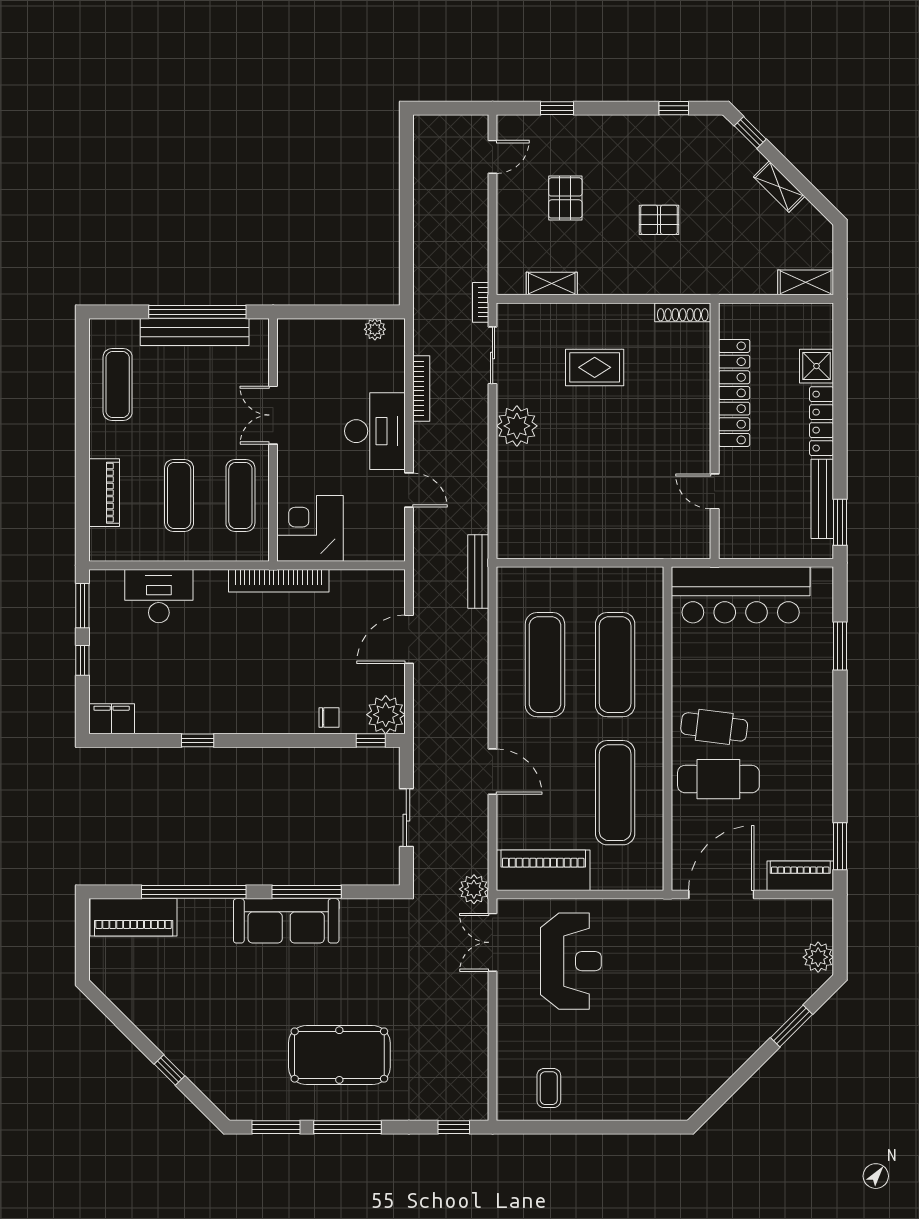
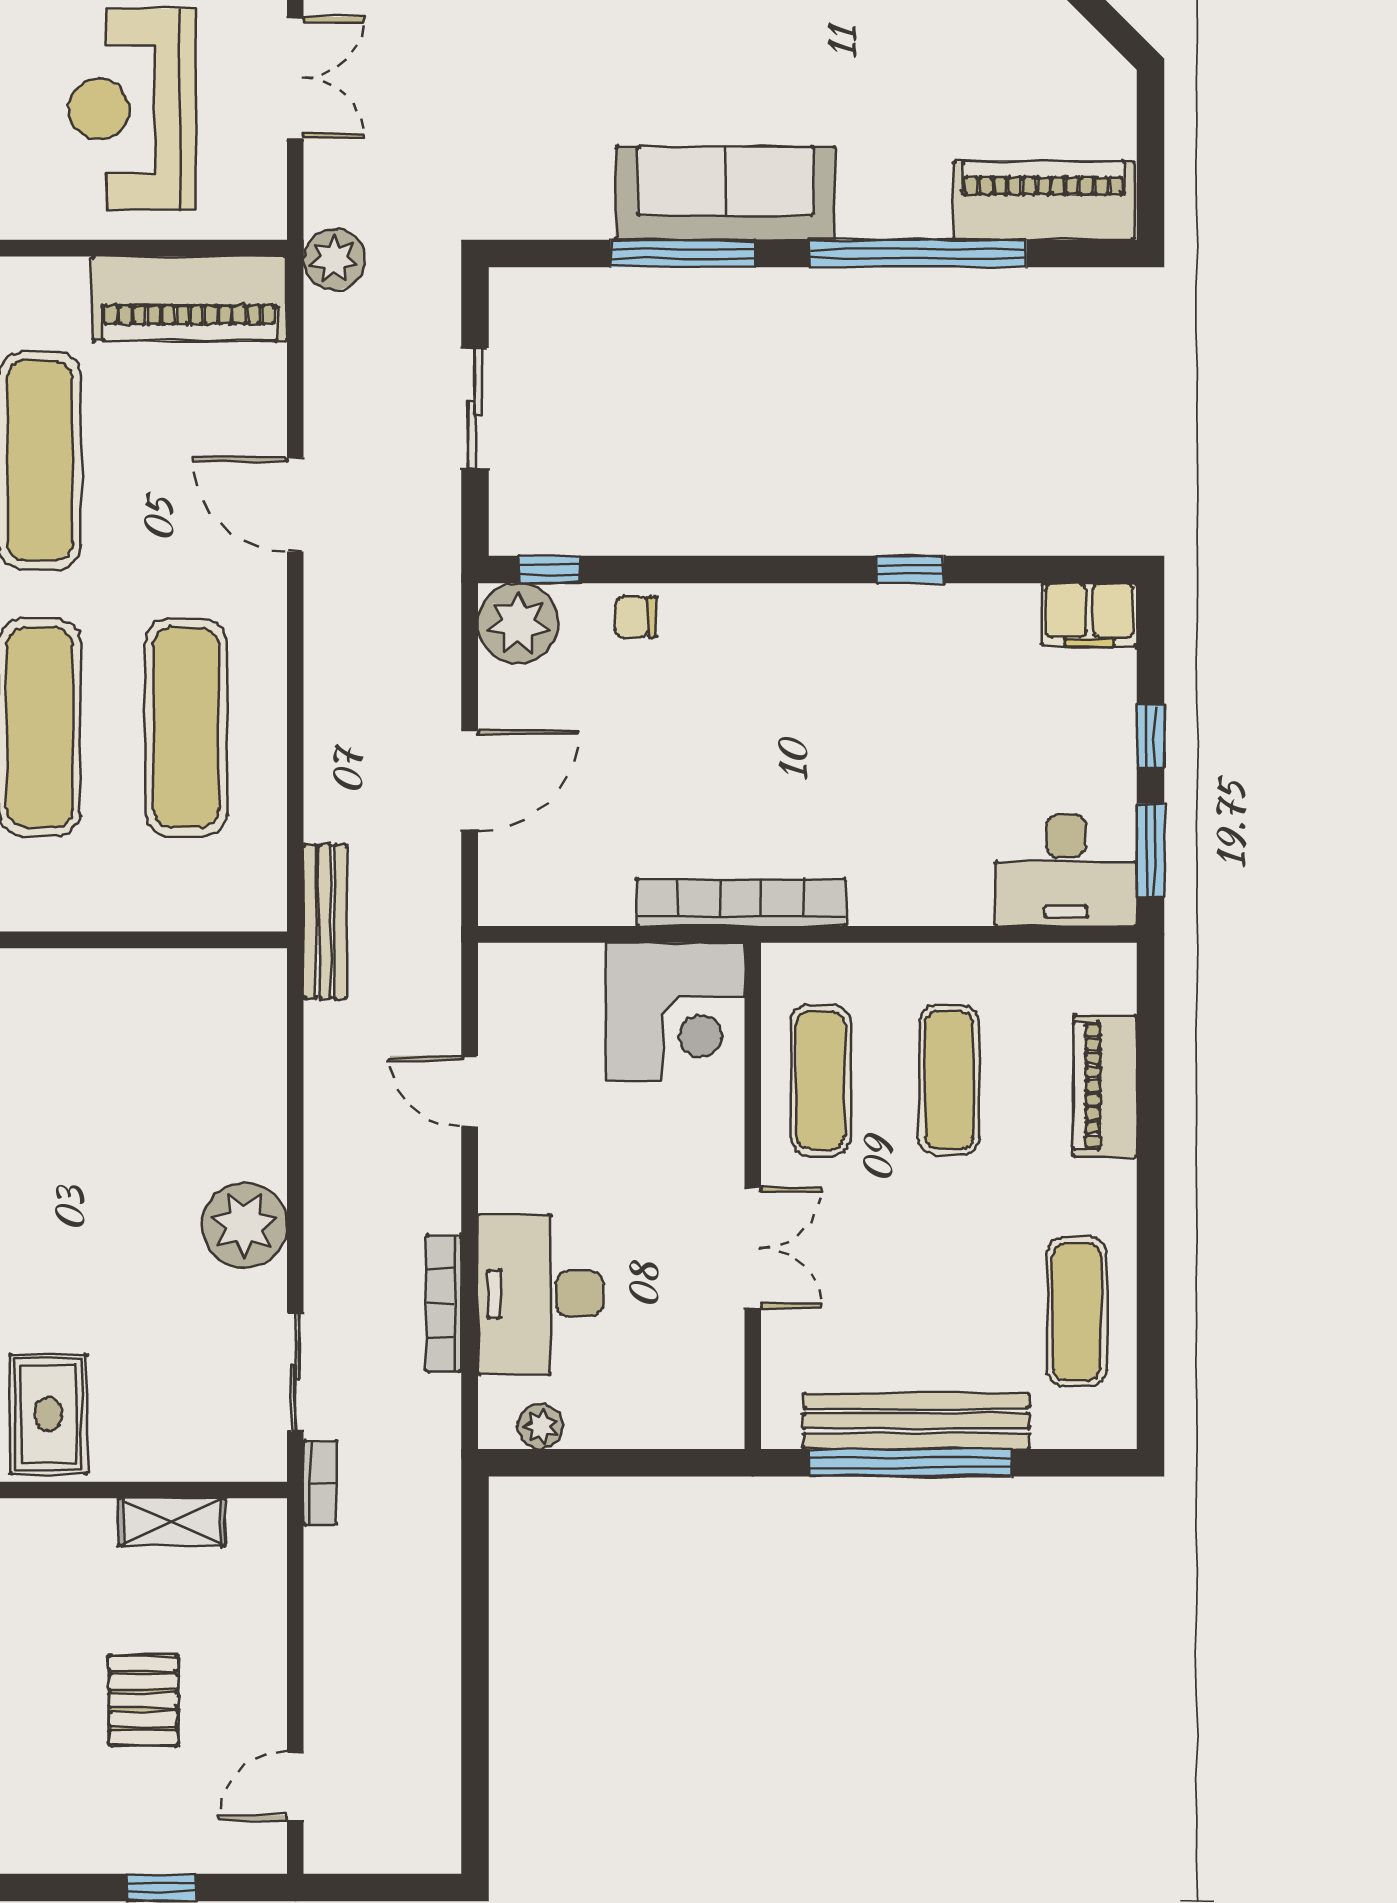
rug: (595, 367) -> (48, 1414), moved, turned 90
desk: (375, 431) -> (541, 1294), moved
desk: (159, 596) -> (1066, 870), moved
double door: (493, 942) -> (295, 78), moved

